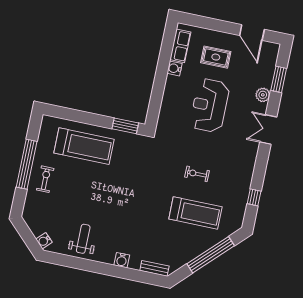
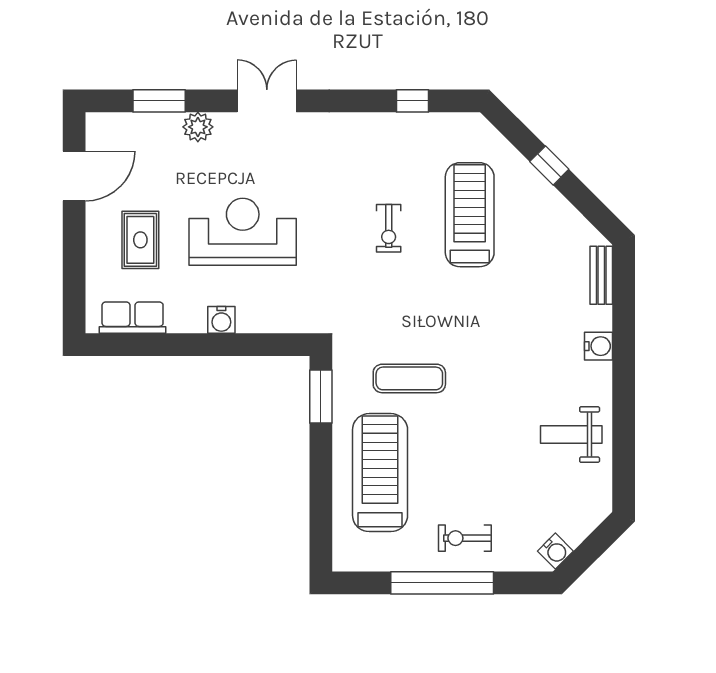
water cooler: (174, 68) -> (221, 320), moved
reception desk: (210, 106) -> (243, 232), turned 180
double door: (268, 130) -> (267, 101), swing flipped
exercise mat: (125, 169) -> (409, 378), added
water cooler: (44, 241) -> (555, 551), moved
window: (211, 255) -> (549, 165), width x0.32

